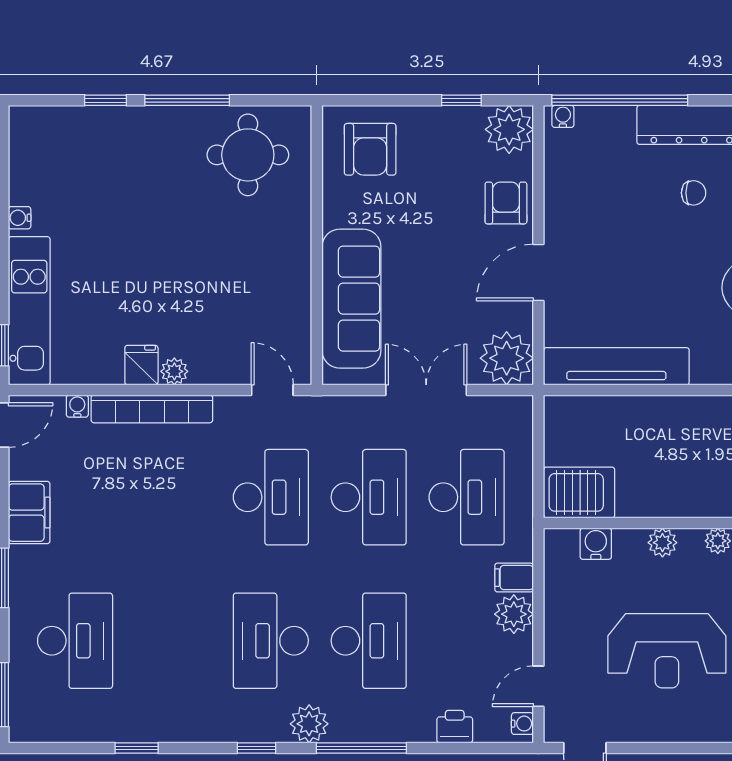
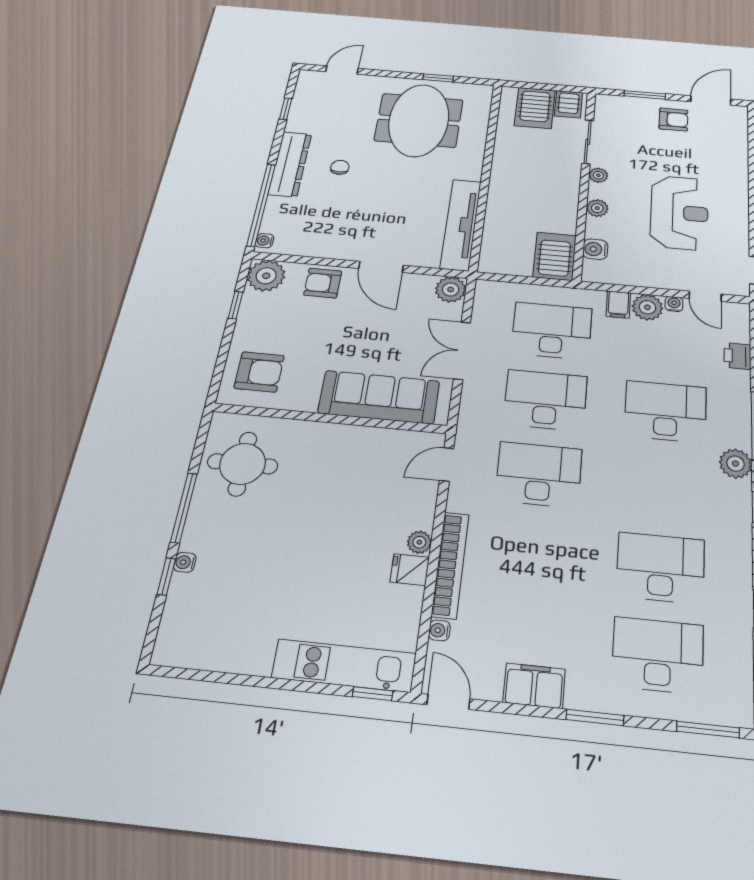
water cooler: (20, 218) -> (185, 562), moved, turned 90
plant: (507, 358) -> (451, 289), width x0.73, depth x0.73
desk: (271, 641) -> (661, 568), moved, turned 180
water cooler: (522, 724) -> (674, 304), moved

